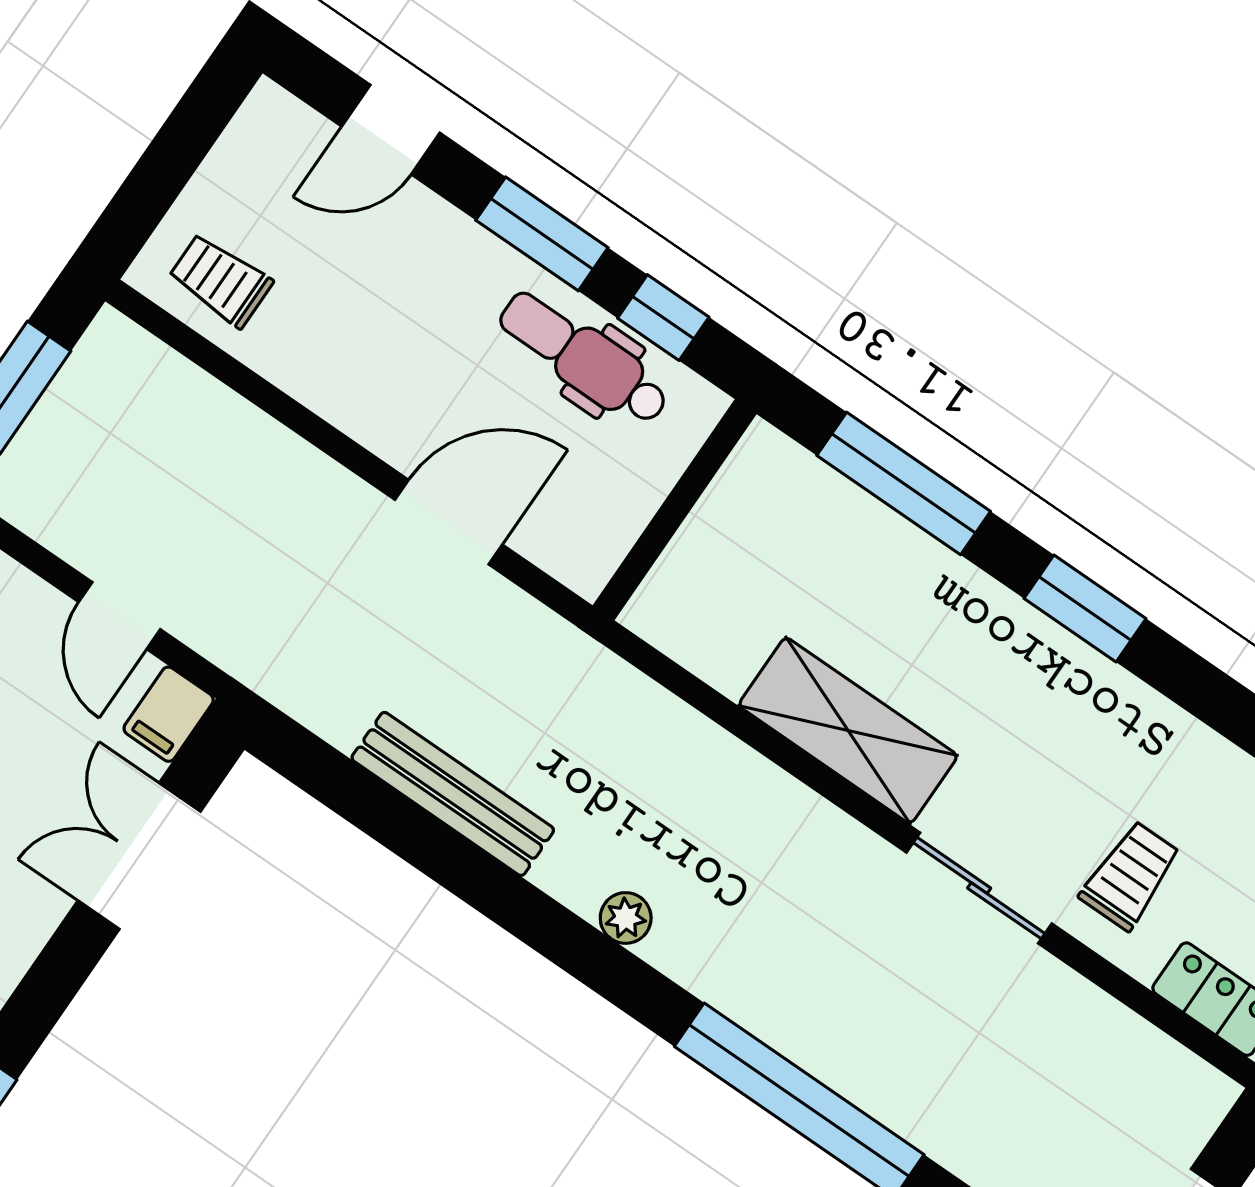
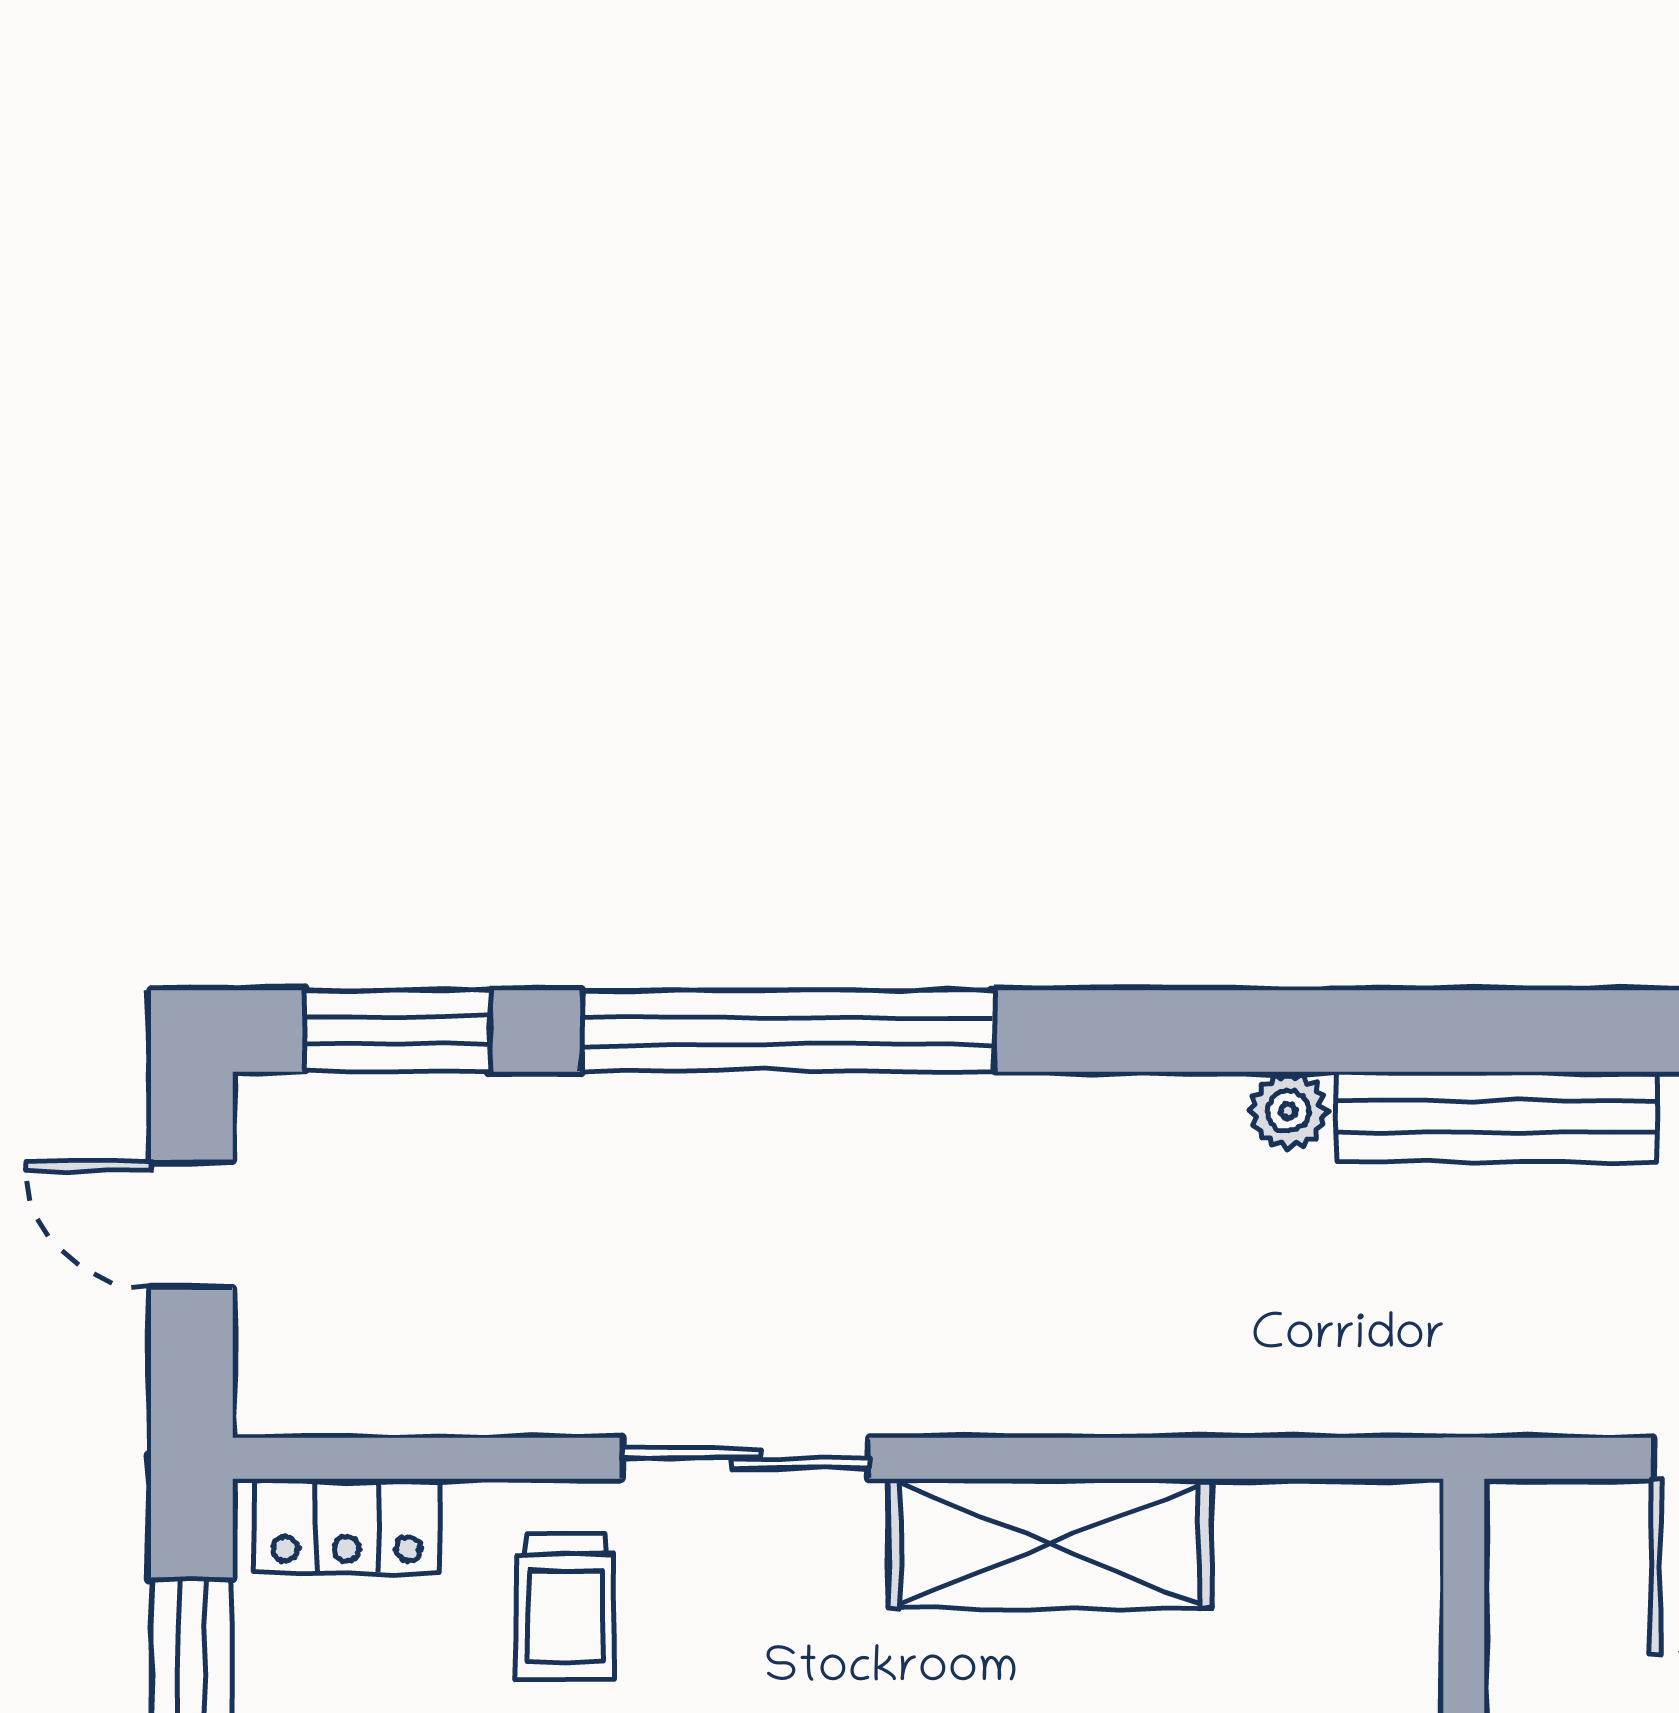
plant: (626, 918) -> (1288, 1111), moved

